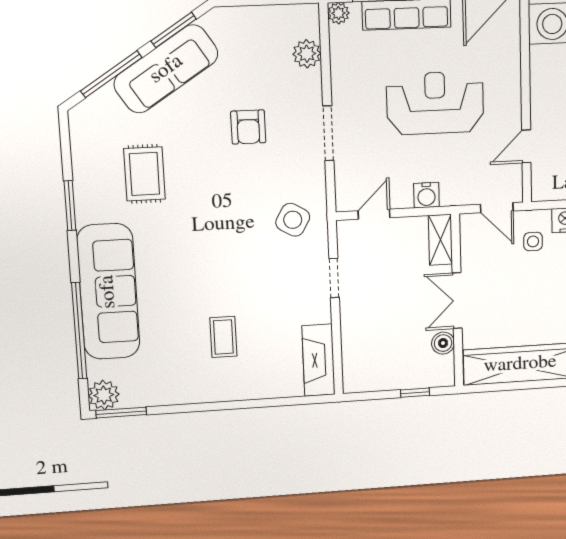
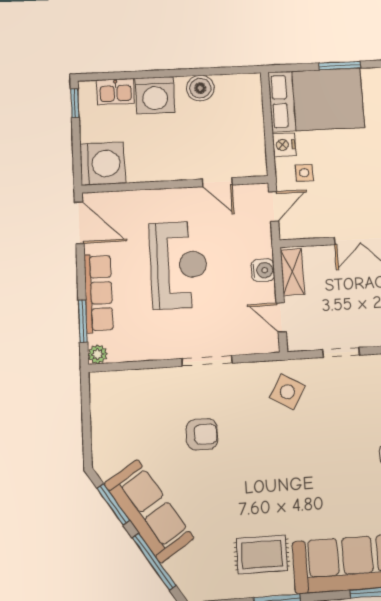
plant: (307, 54) -> (134, 382), removed
reception desk: (435, 103) -> (179, 265), turned 180
rug: (144, 174) -> (262, 554), moved
shelving: (440, 240) -> (292, 272), moved, turned 90

